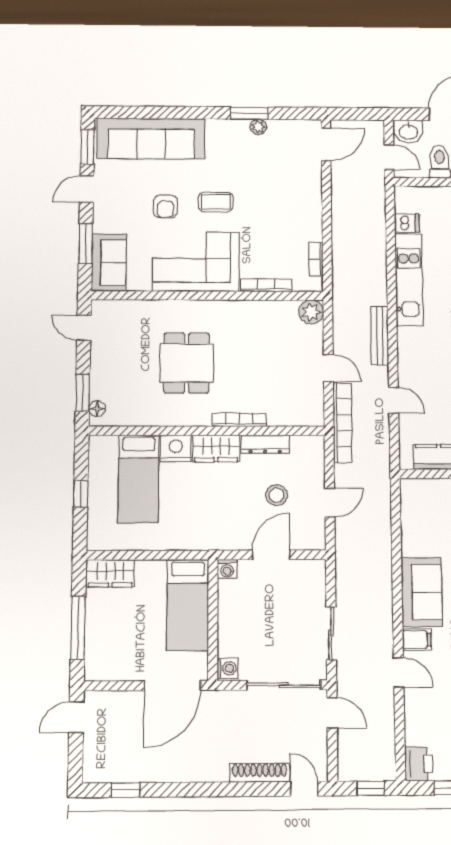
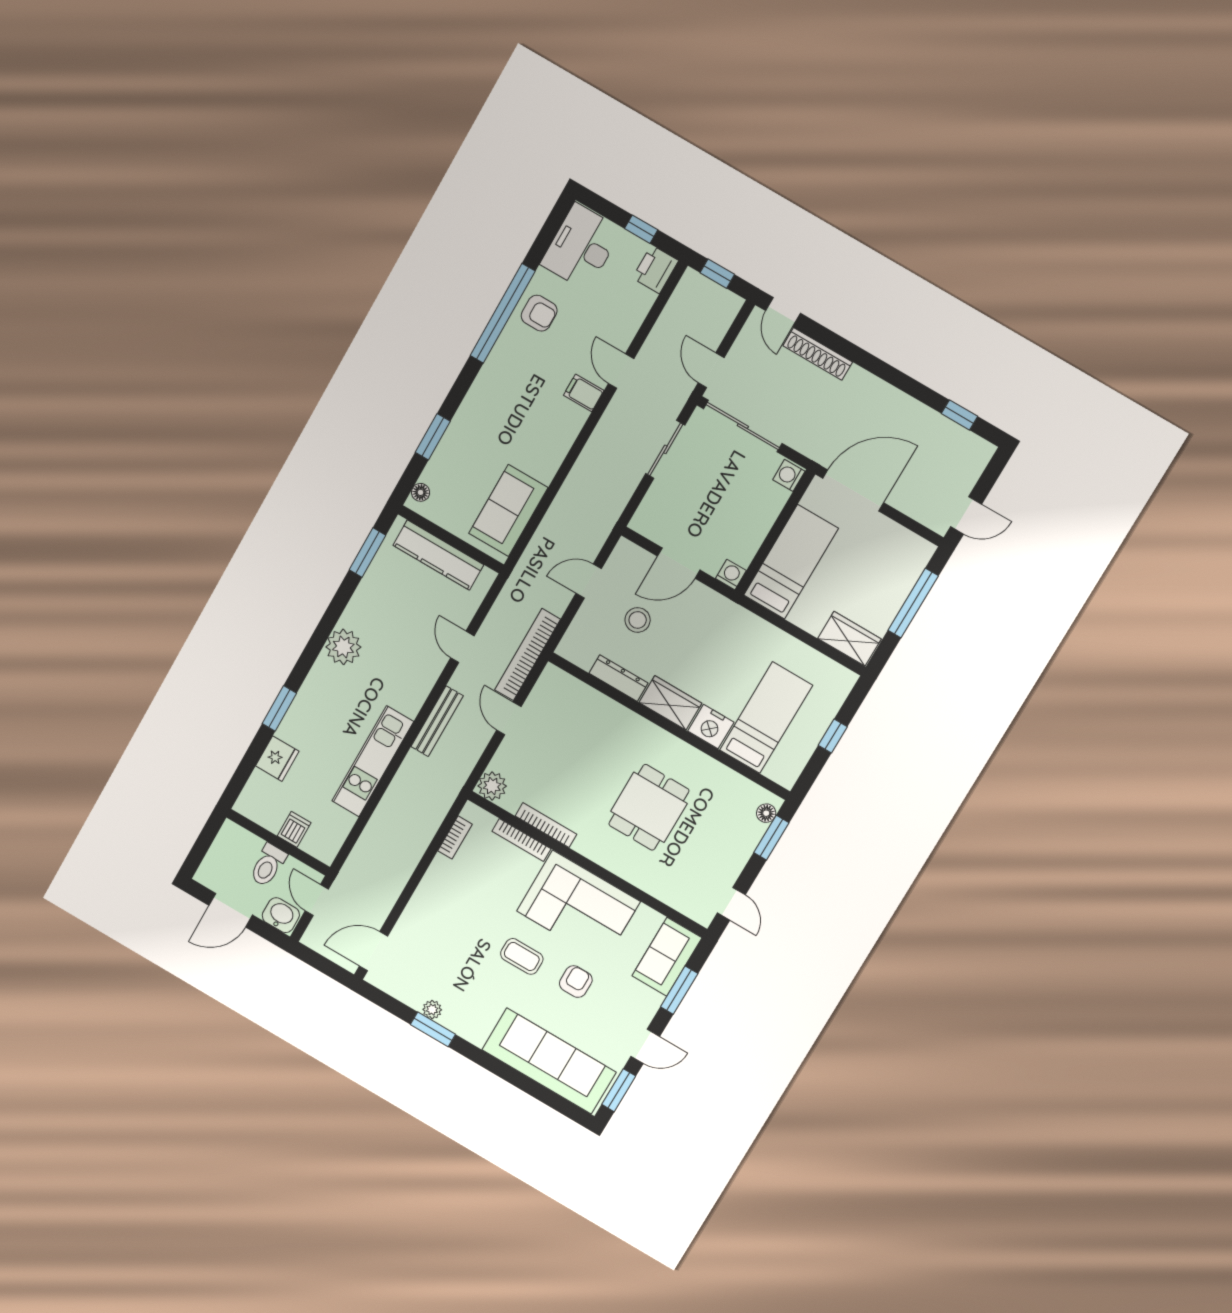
dishwasher: (407, 223) -> (294, 829), moved, turned 90
bookcase: (239, 420) -> (546, 825), moved, turned 180
sofa: (422, 592) -> (508, 511), moved

